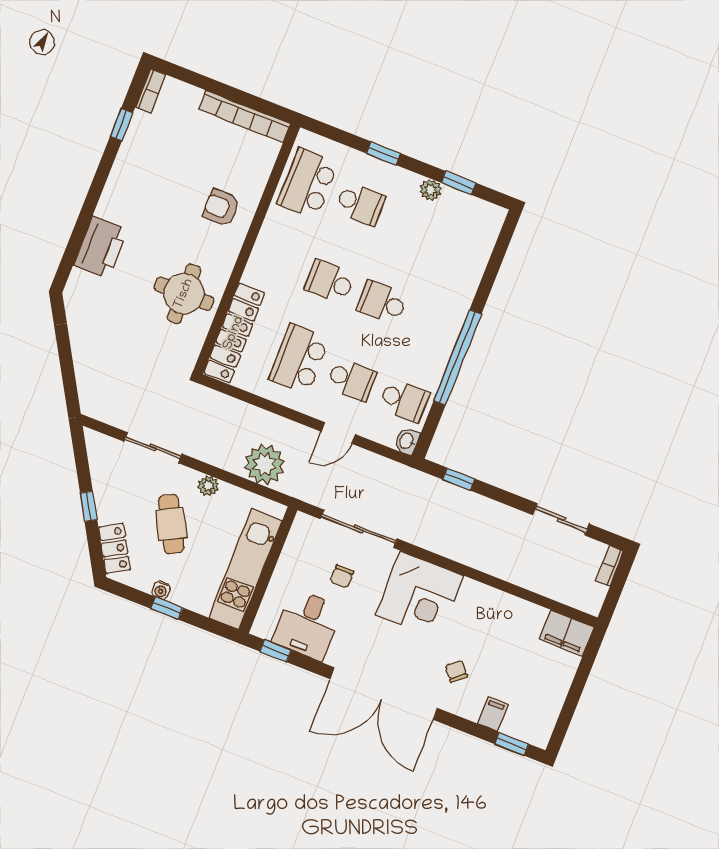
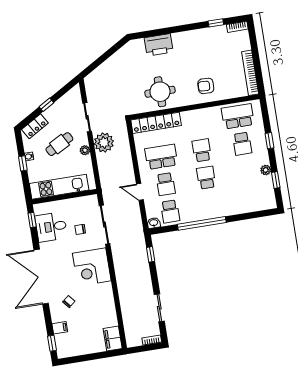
armchair: (221, 208) -> (206, 86), turned -88
plant: (264, 464) -> (104, 143), moved

